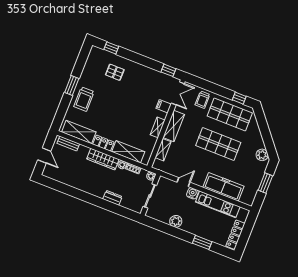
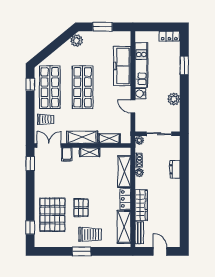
pallet: (115, 72) -> (52, 215), width x2.05, depth x2.00
pallet: (111, 100) -> (81, 208), added
door: (44, 156) -> (160, 251), hinge flipped
wardrobe: (103, 159) -> (141, 205), moved
locker: (235, 235) -> (169, 36), width x0.66

